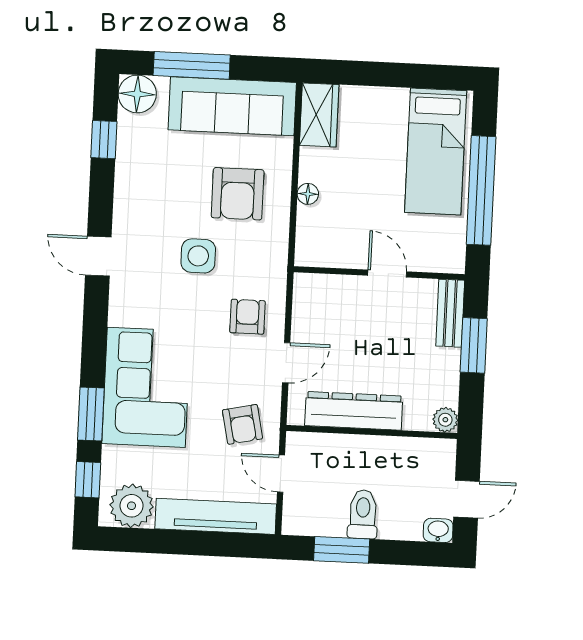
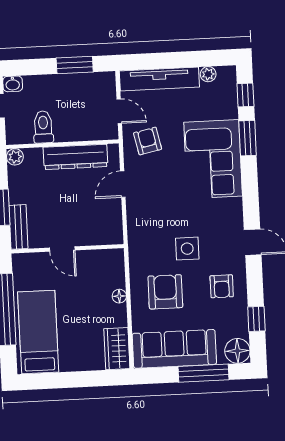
armchair: (248, 317) -> (222, 286), moved
plant: (132, 506) -> (208, 74), width x0.53, depth x0.53
toilet: (363, 514) -> (43, 127), moved, turned 180

